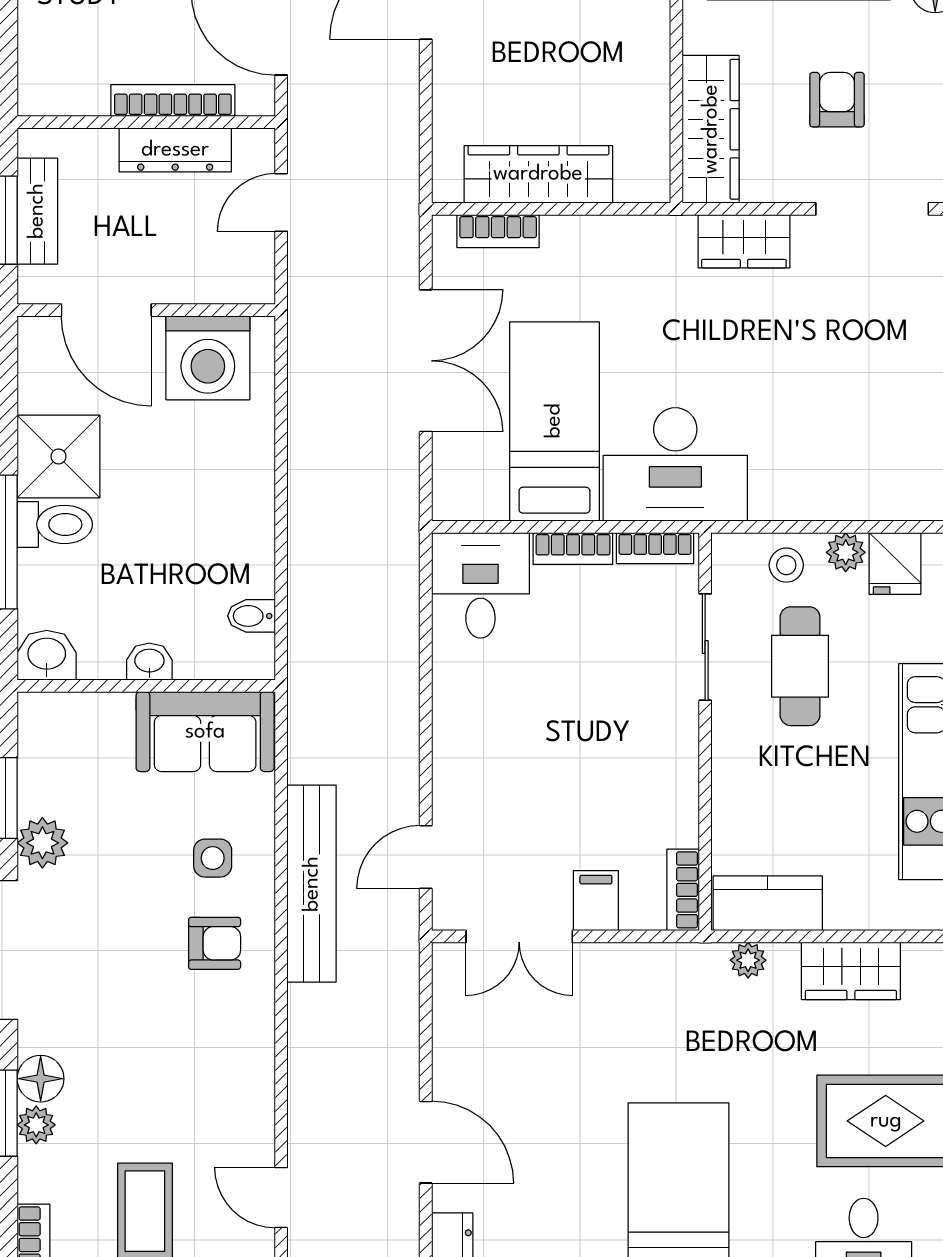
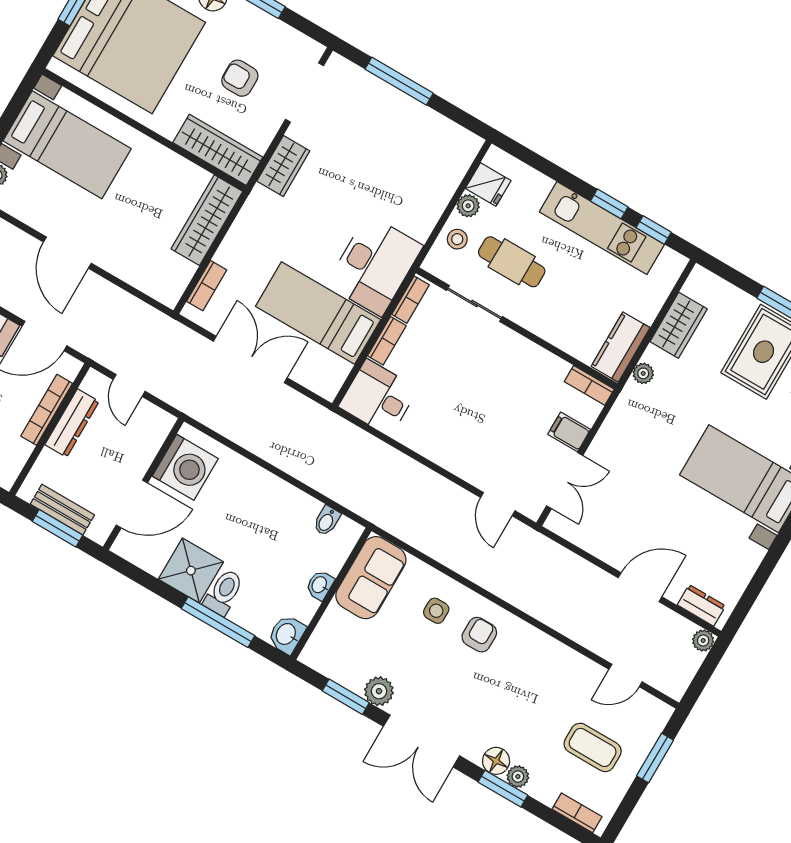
wardrobe: (538, 174) -> (207, 220), moved
bench: (312, 884) -> (478, 569), removed

